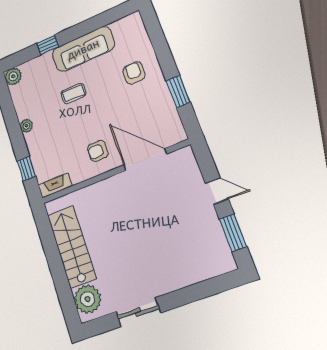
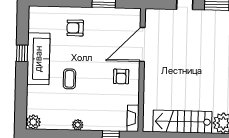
window: (48, 45) -> (22, 53), moved

